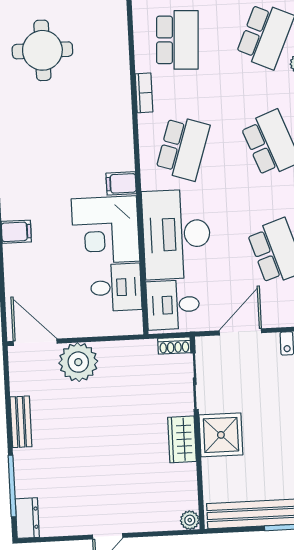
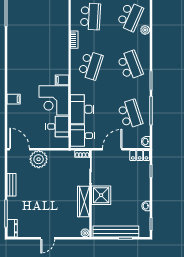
round table: (42, 50) -> (30, 18), removed
desk: (176, 234) -> (82, 109), width x0.73, depth x0.77
wardrobe: (182, 439) -> (83, 201), width x1.50

